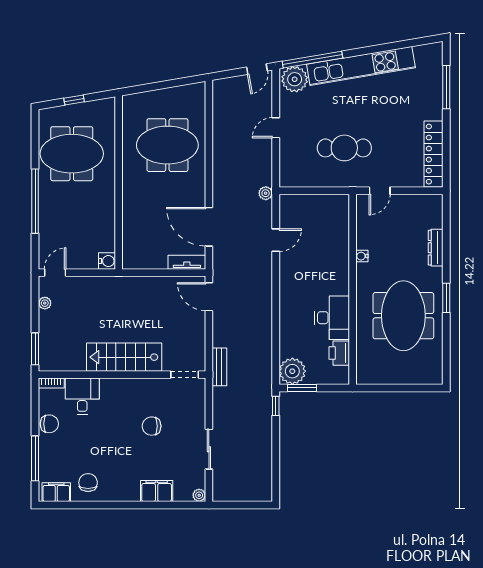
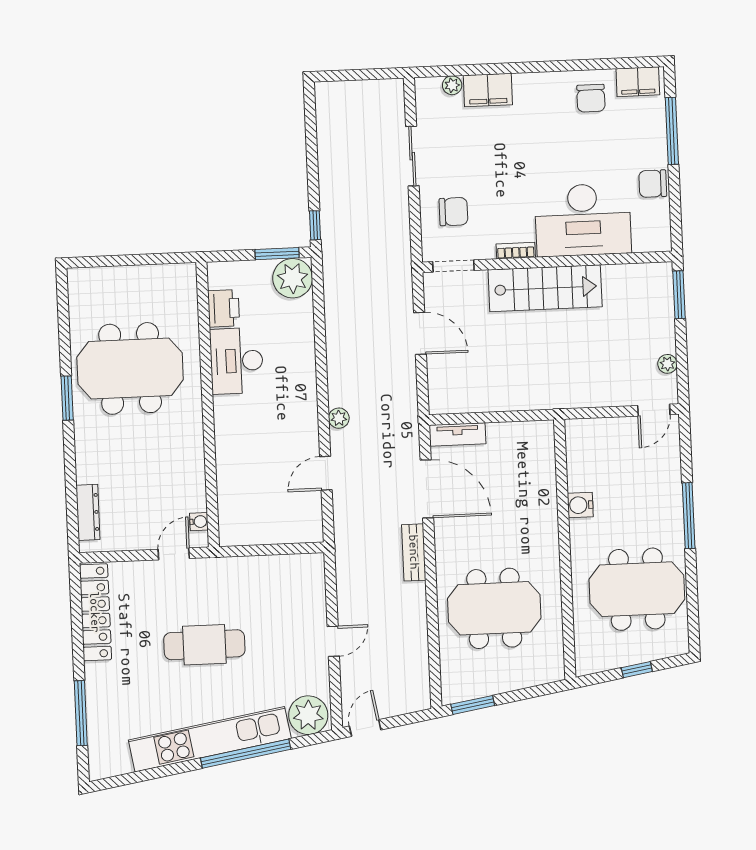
window: (312, 60) -> (246, 754), moved
window: (185, 81) -> (473, 705), added
cafe table: (344, 148) -> (204, 645), moved
plant: (266, 193) -> (339, 418), moved
window: (35, 201) -> (689, 516), width x0.68
dresser: (436, 248) -> (88, 512), moved
water cooler: (362, 256) -> (199, 522), moved
water cooler: (107, 261) -> (580, 505), moved
door: (209, 297) -> (420, 333), moved
meeting table: (403, 316) -> (130, 368), turned 90
bench: (219, 367) -> (414, 552), moved
bookcase: (51, 383) -> (516, 251), moved
desk: (82, 396) -> (583, 220), width x1.87, depth x1.30
chair: (152, 426) -> (453, 212), moved
plant: (199, 495) -> (452, 85), moved

